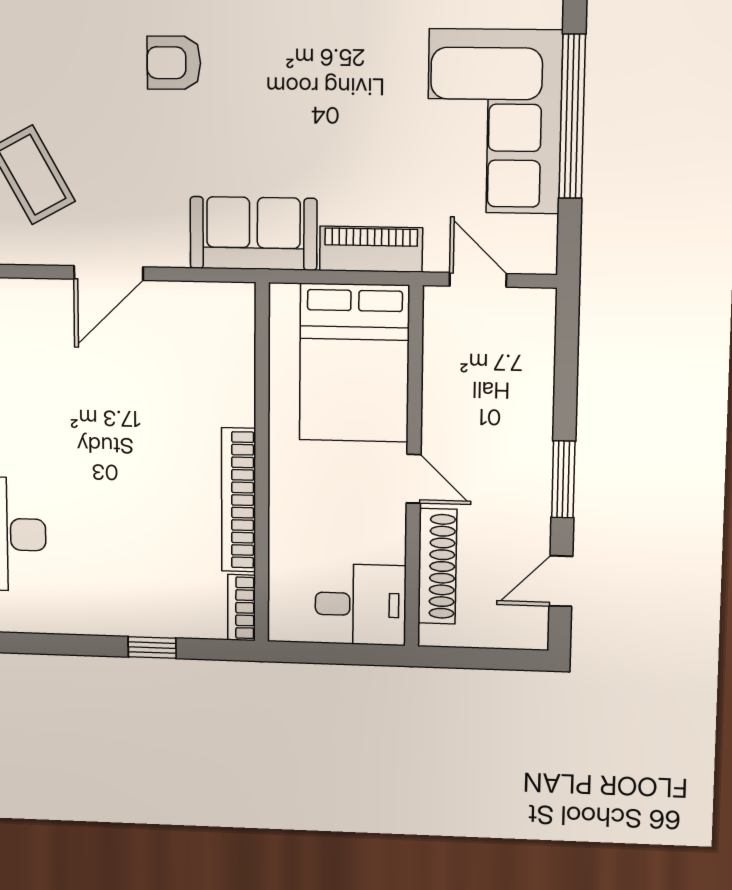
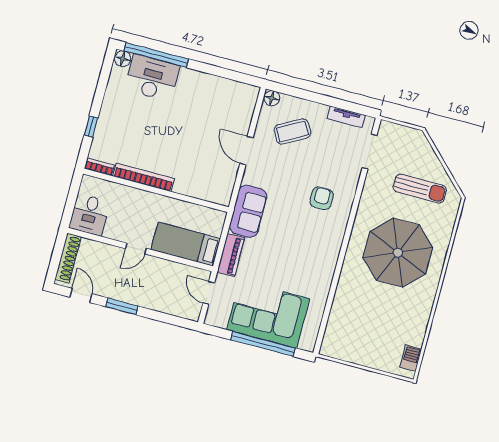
door: (478, 280) -> (209, 293), swing flipped
bed: (354, 363) -> (186, 244), width x0.67
shoe rack: (437, 566) -> (68, 258), moved, turned -90

